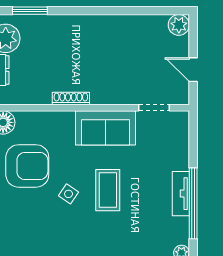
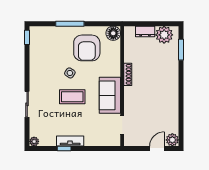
door: (193, 70) -> (157, 149), moved
window: (193, 203) -> (64, 149), width x0.32

